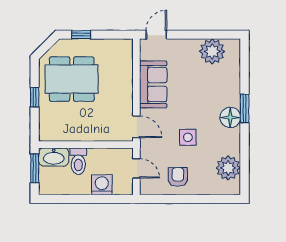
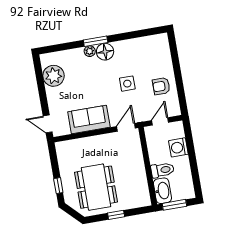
plant: (228, 168) -> (90, 51), moved, width x0.53, depth x0.53

